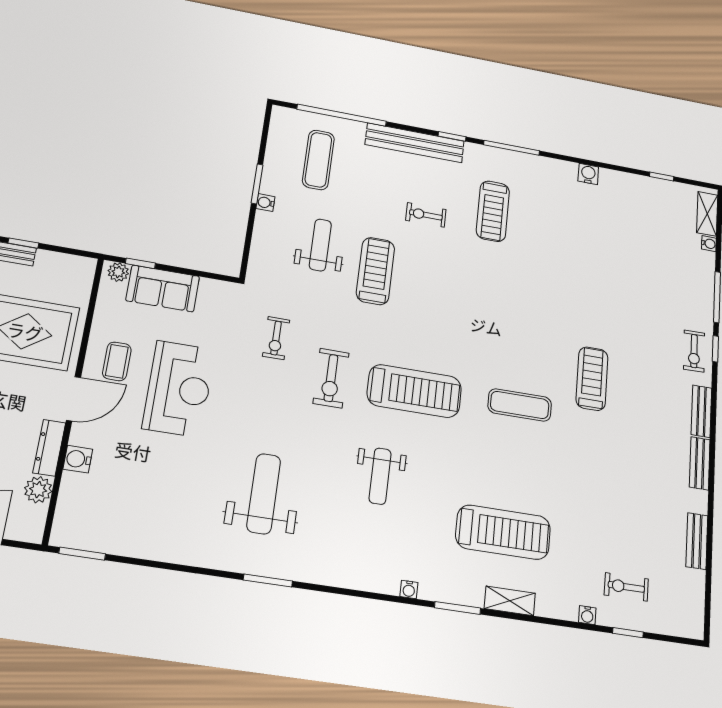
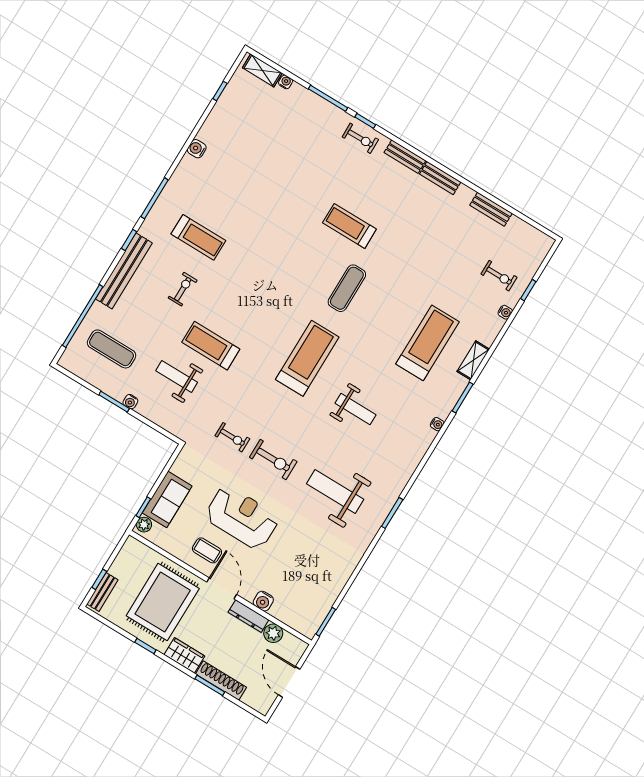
exercise bike: (426, 215) -> (183, 289), turned 180
exercise bike: (331, 378) -> (273, 459), moved
exercise bike: (626, 587) -> (499, 276), turned -90

